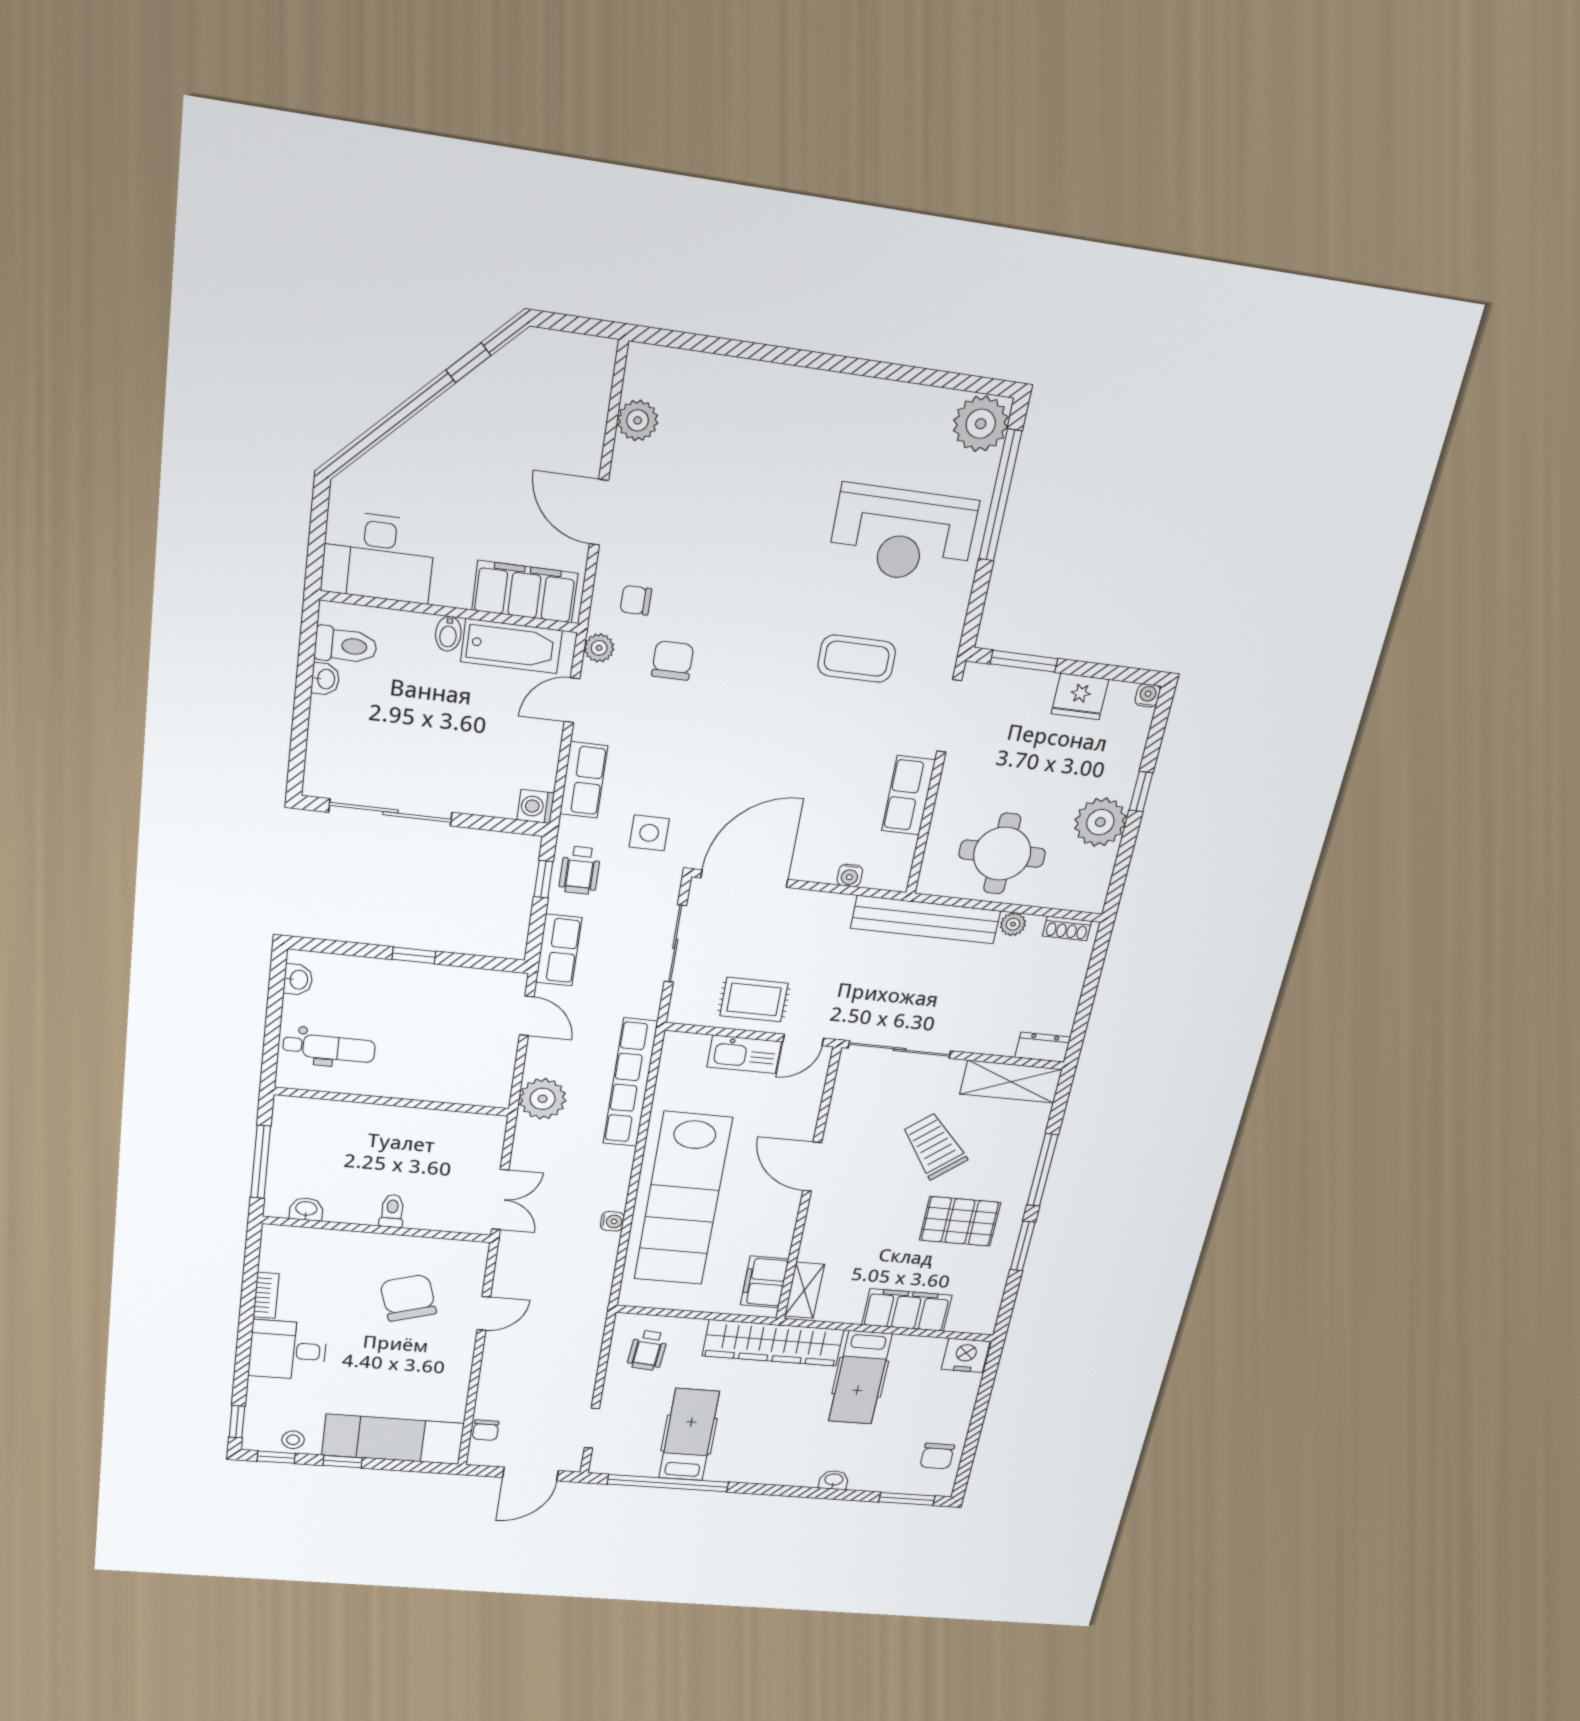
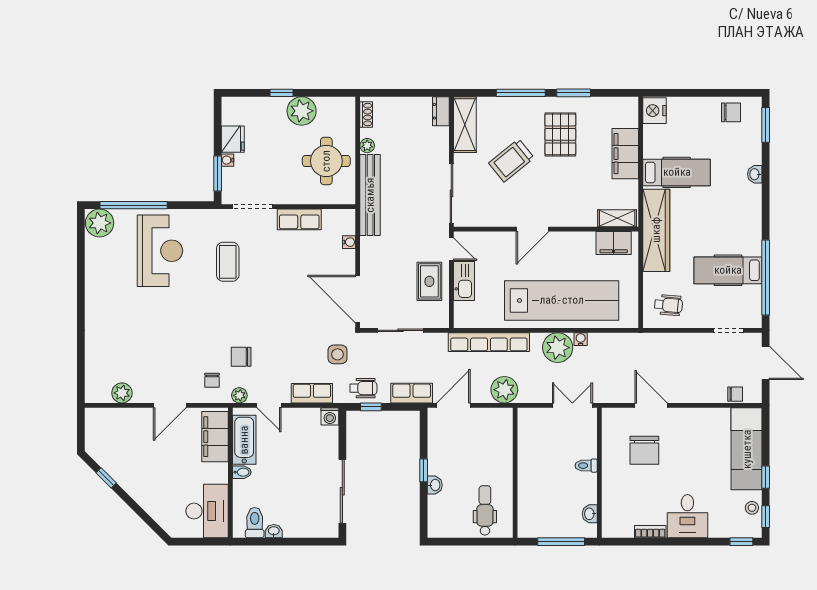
water cooler: (1148, 695) -> (228, 160), moved
washbasin: (298, 980) -> (435, 485), moved, turned 90
door: (527, 1016) -> (453, 405), width x1.38
plant: (603, 1186) -> (558, 348), added
chair: (408, 1298) -> (644, 450), turned -73
door: (484, 1313) -> (651, 405), width x1.38

